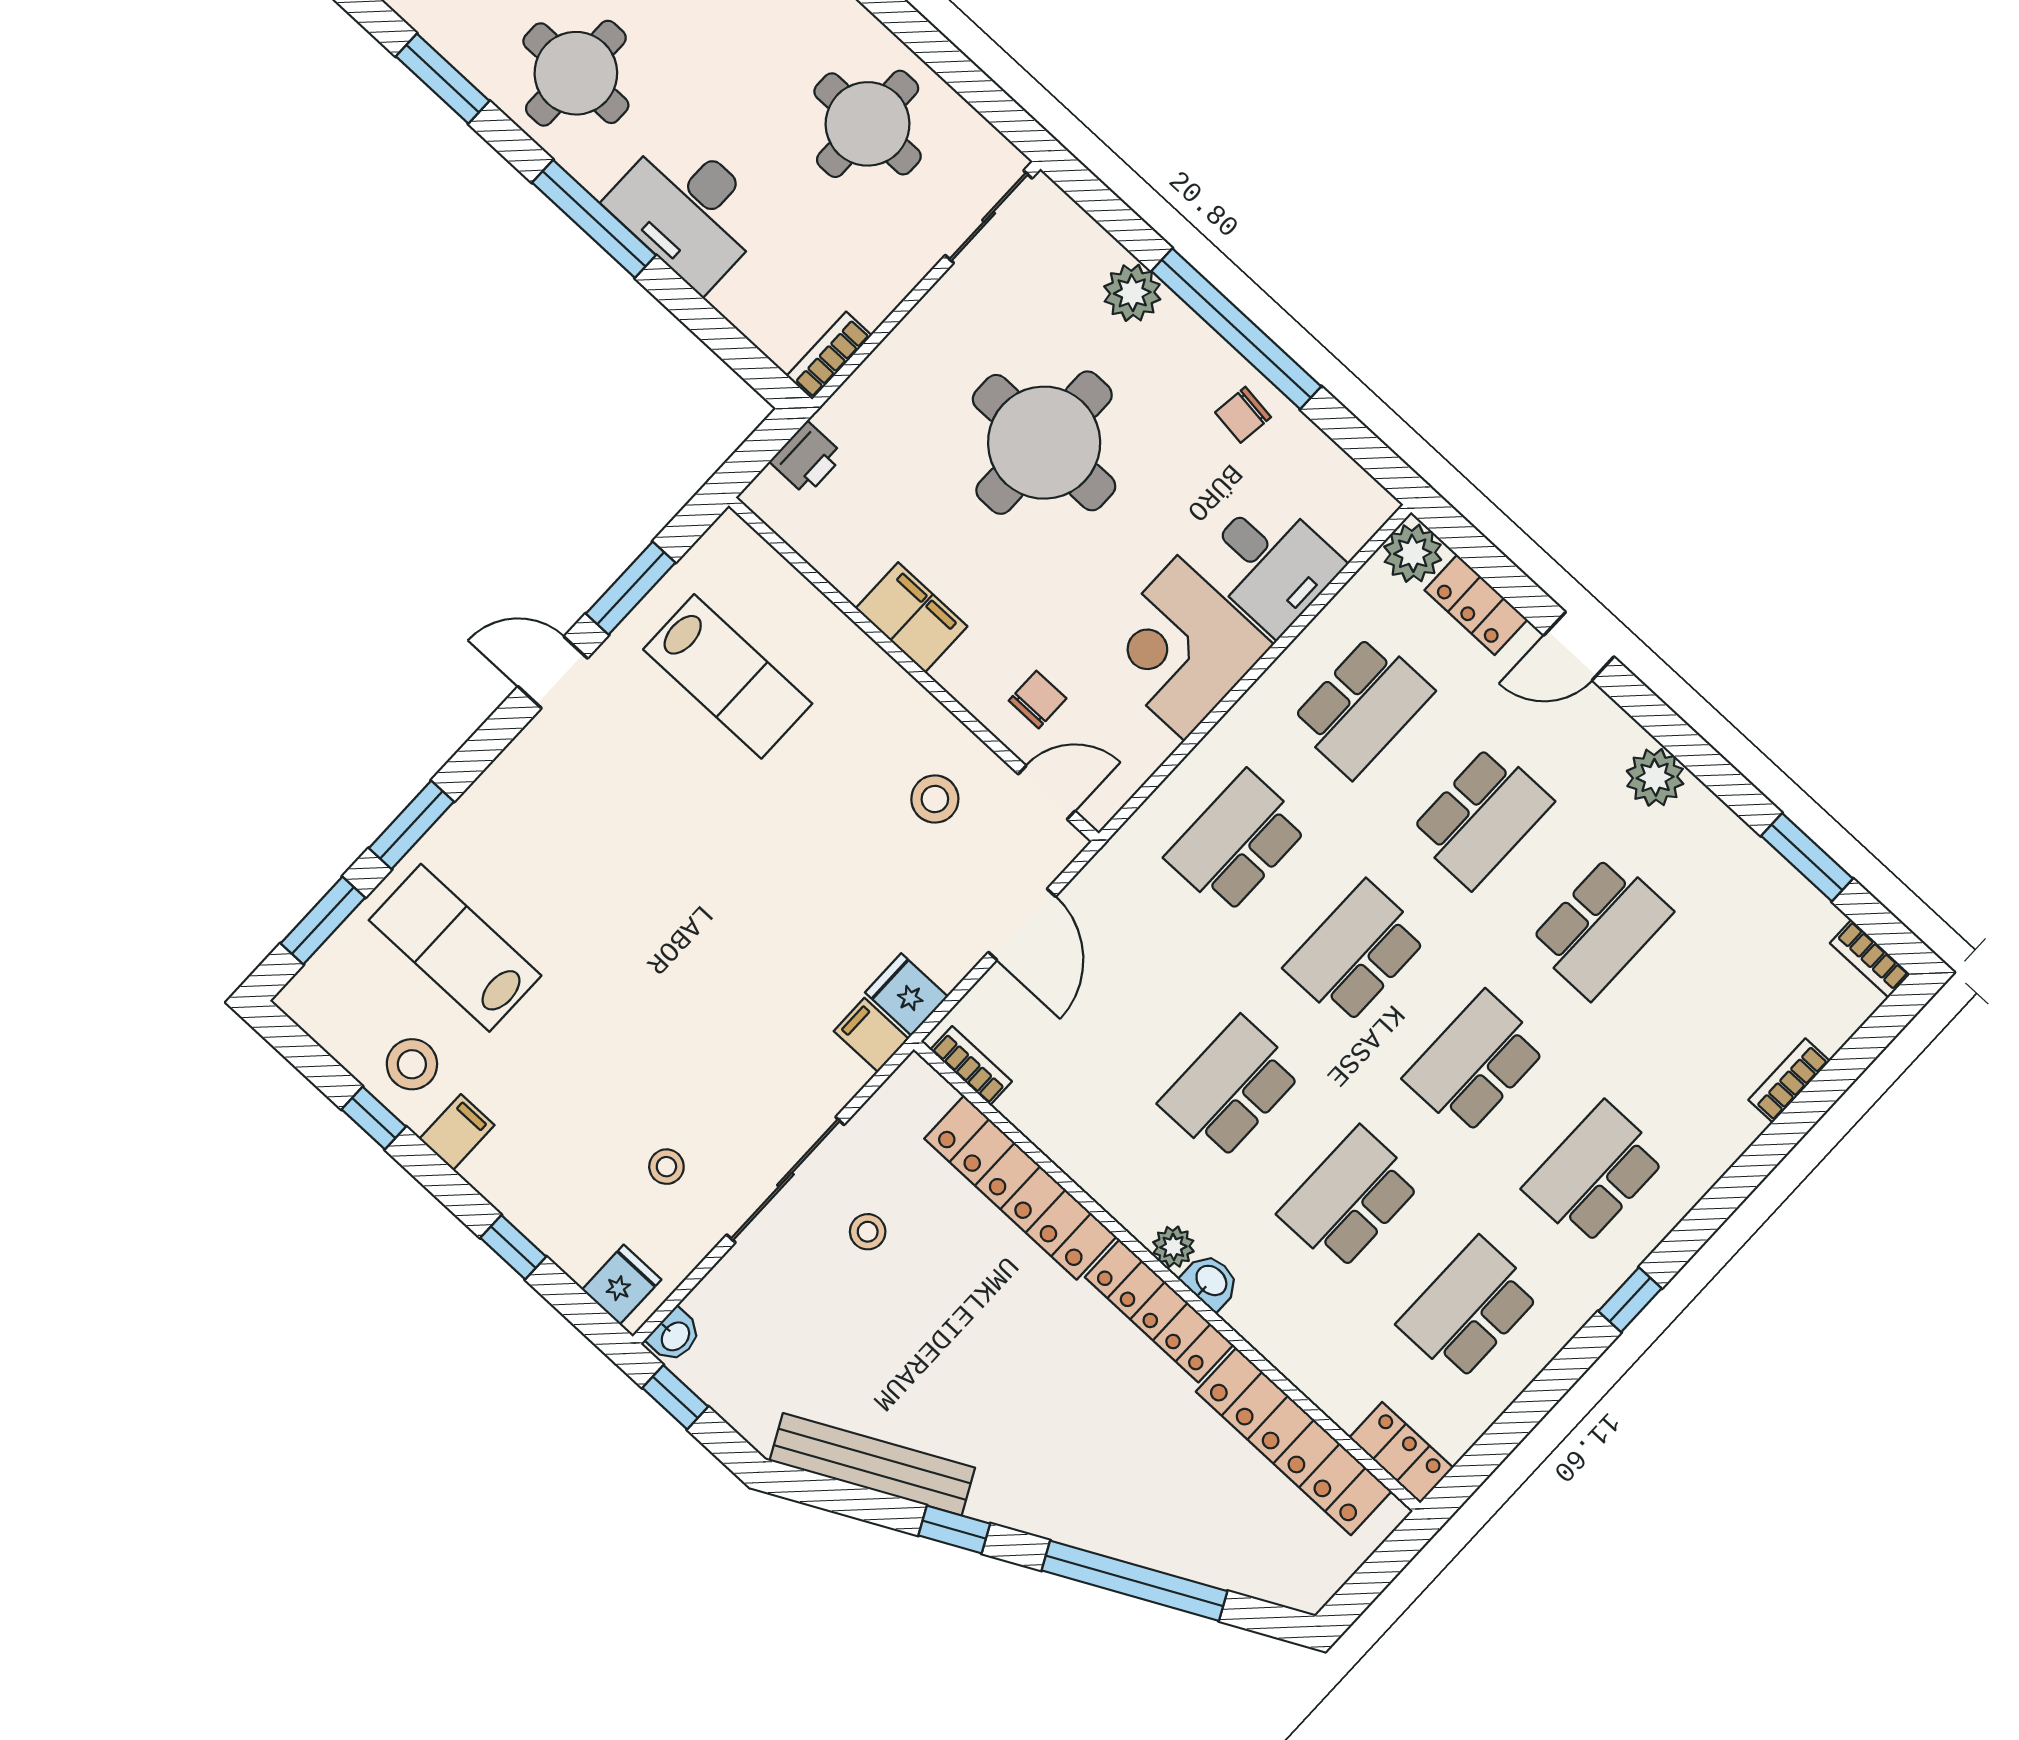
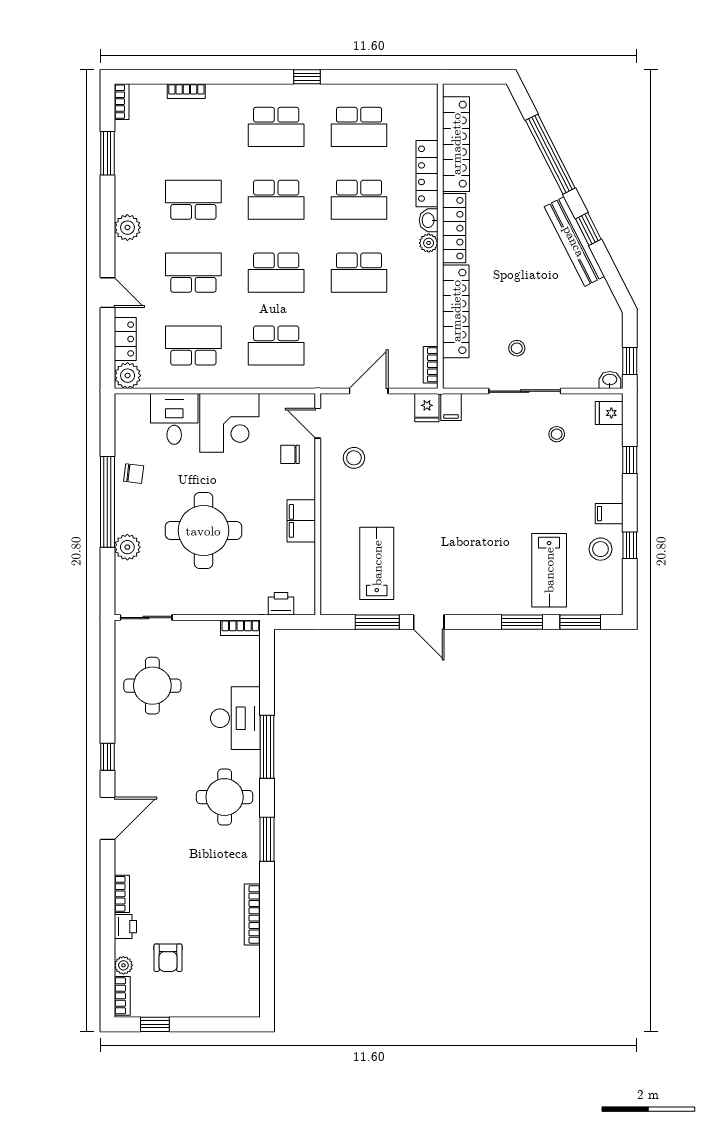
locker: (1401, 1453) -> (427, 174), moved, width x1.53
bench: (872, 1464) -> (574, 241), moved

